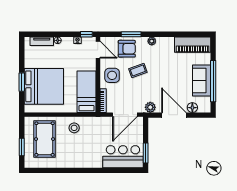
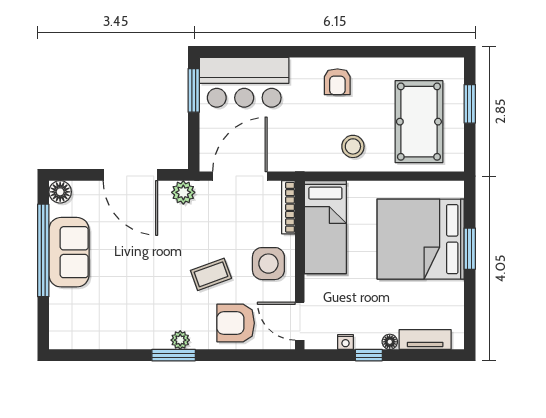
window: (86, 34) -> (369, 355), moved
window: (131, 34) -> (174, 355), moved
piano: (193, 45) -> (89, 332), removed
floor lamp: (192, 108) -> (60, 192), moved
armchair: (81, 157) -> (337, 82), added

